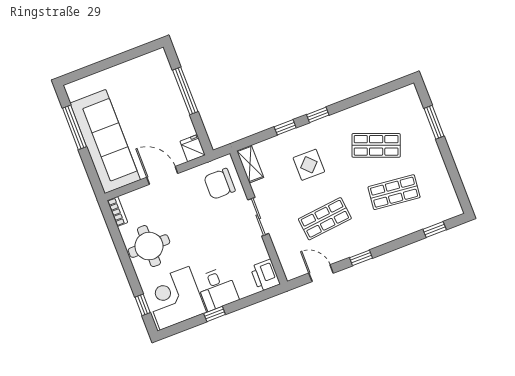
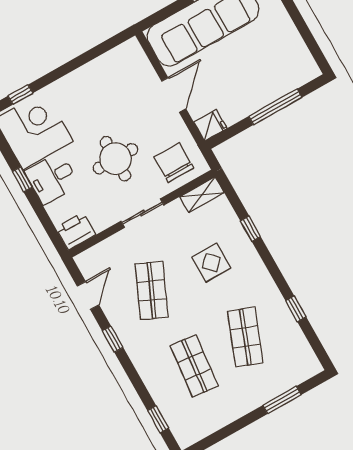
window: (318, 115) -> (296, 309), moved
bookcase: (117, 211) -> (124, 49), removed
shop shelf: (325, 219) -> (152, 290), turned 30
round table: (149, 246) -> (115, 159), moved

